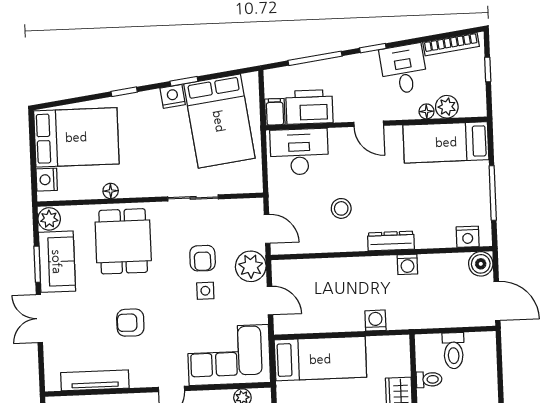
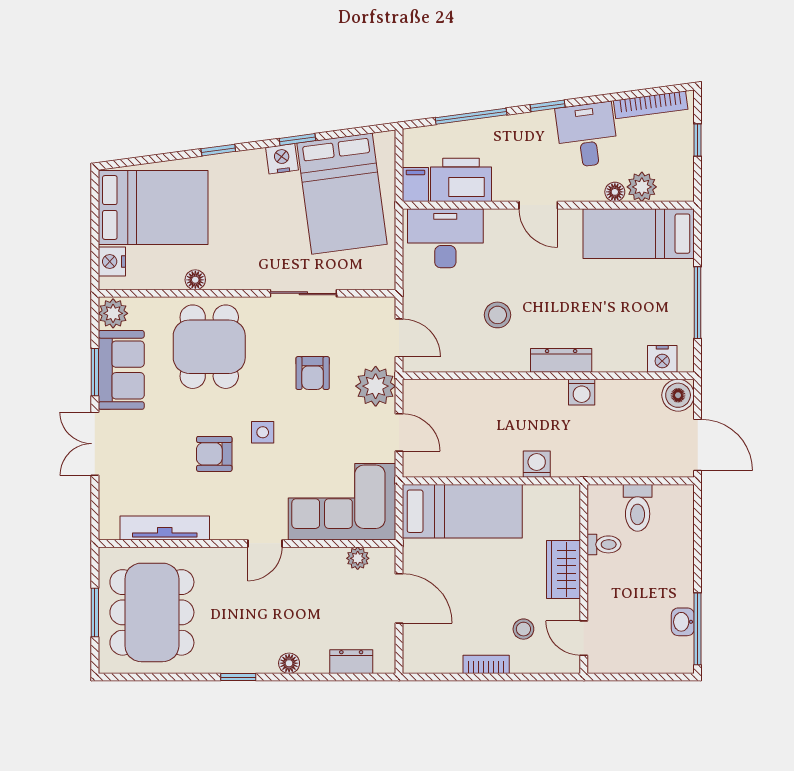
side table: (205, 291) -> (263, 432), moved

